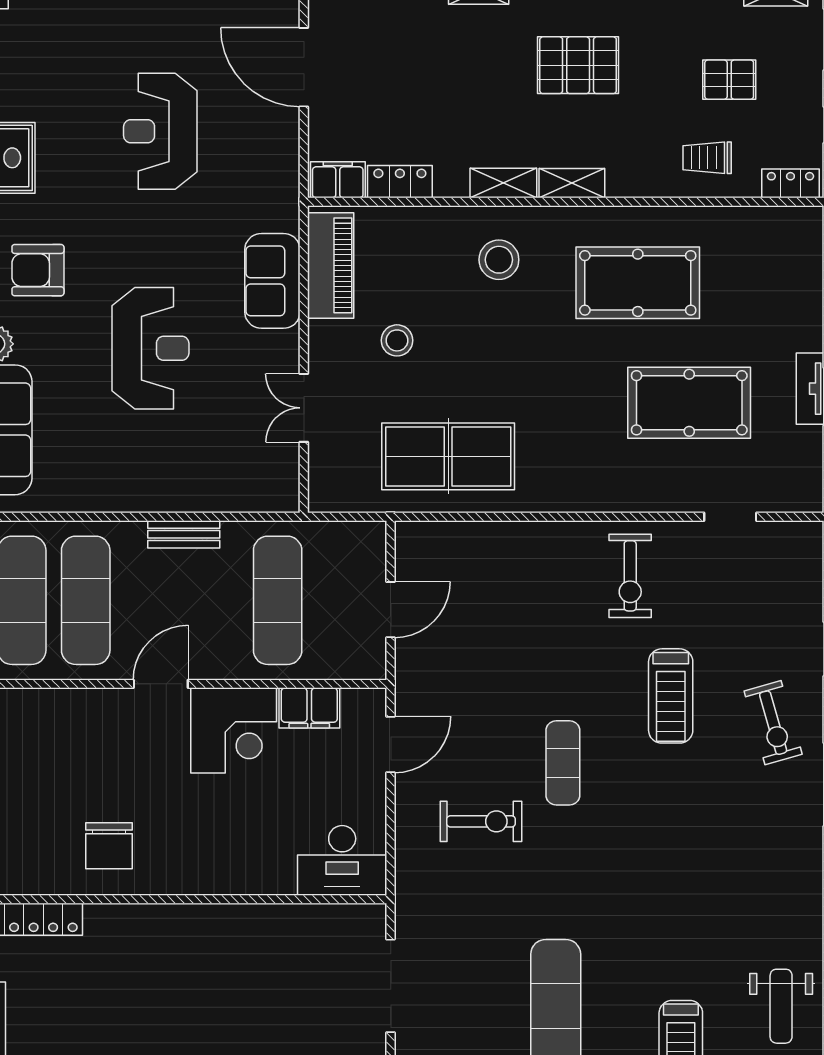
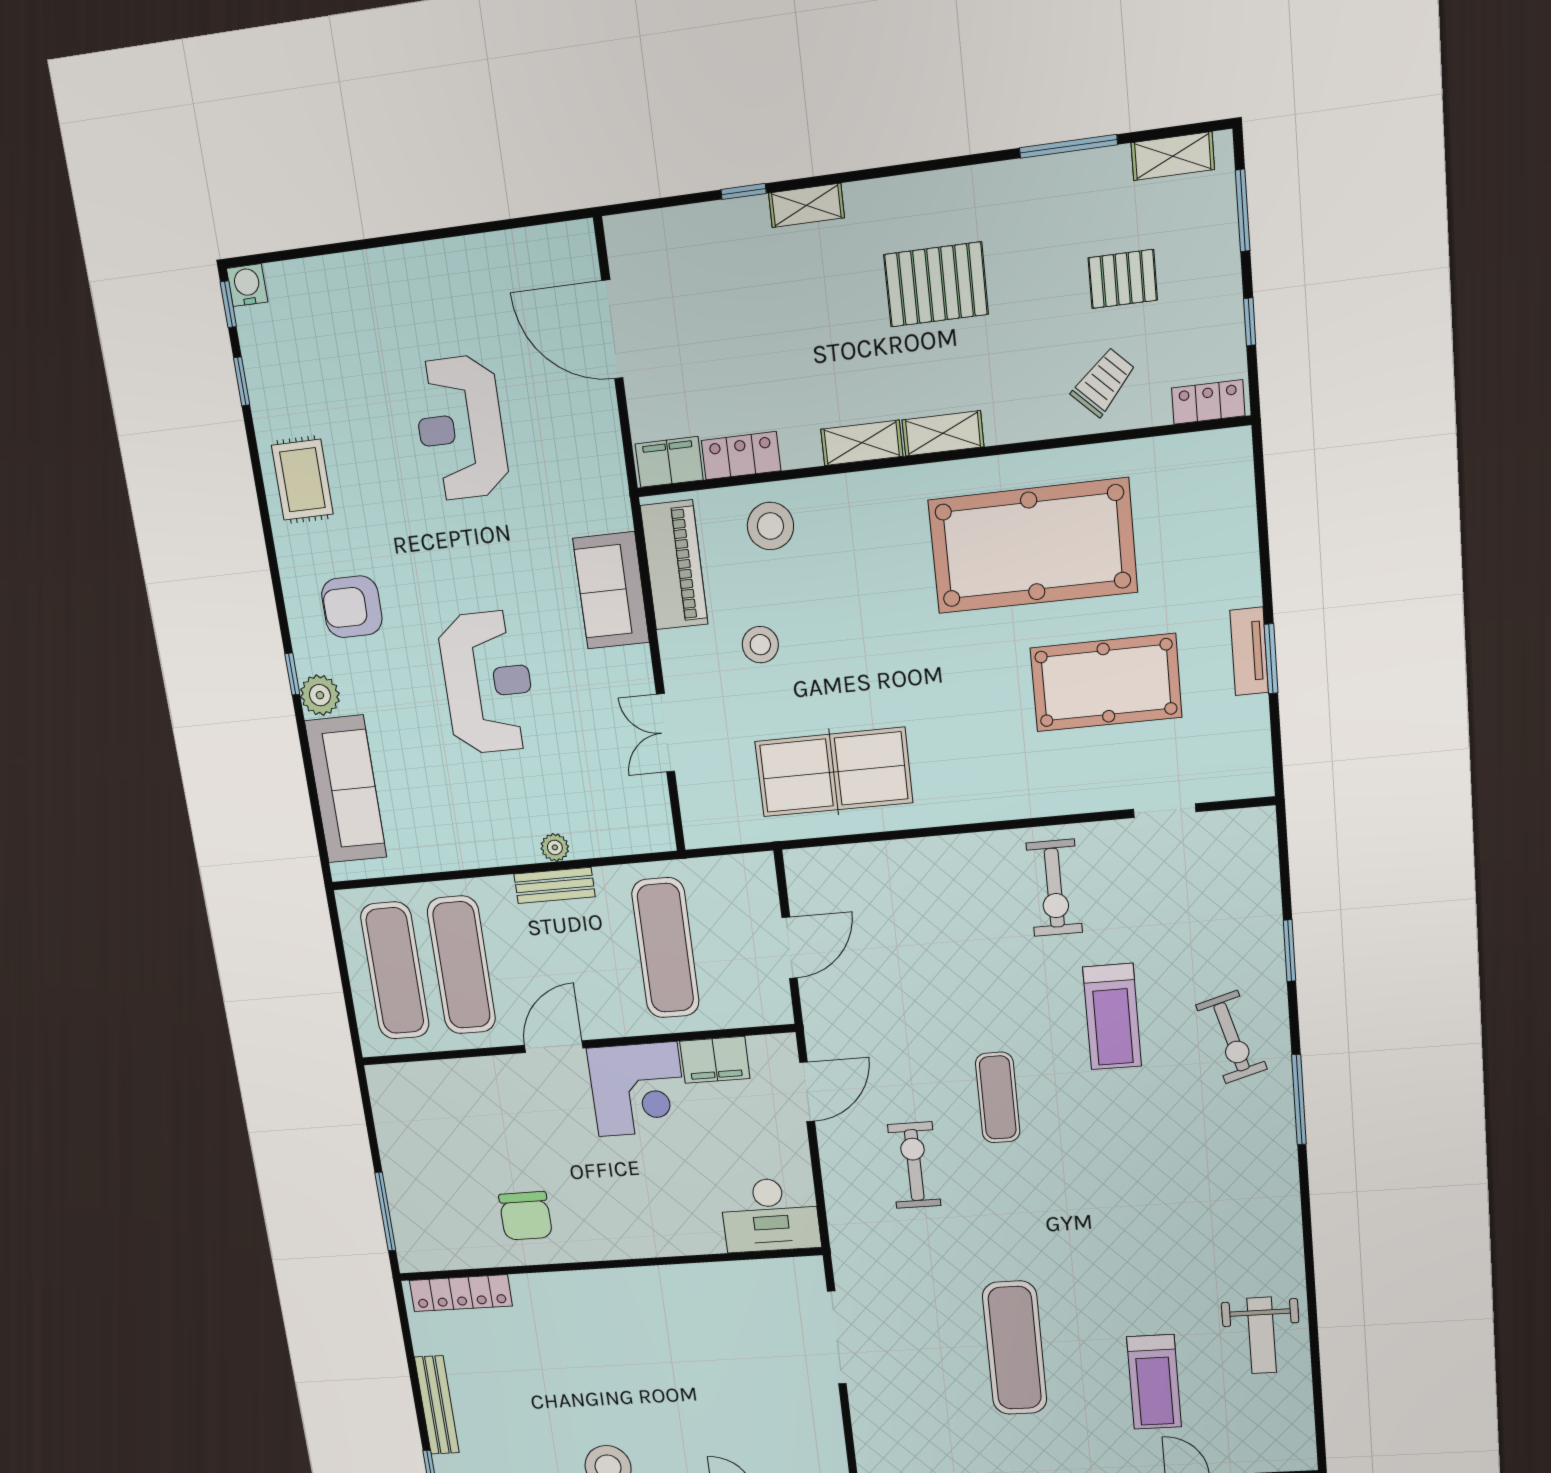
trolley: (707, 158) -> (1103, 382), turned 134
stool: (499, 260) -> (770, 526), moved
pool table: (638, 283) -> (1033, 546), width x1.36, depth x1.32
plant: (189, 500) -> (555, 847), added
exercise bike: (481, 821) -> (914, 1165), turned -90

